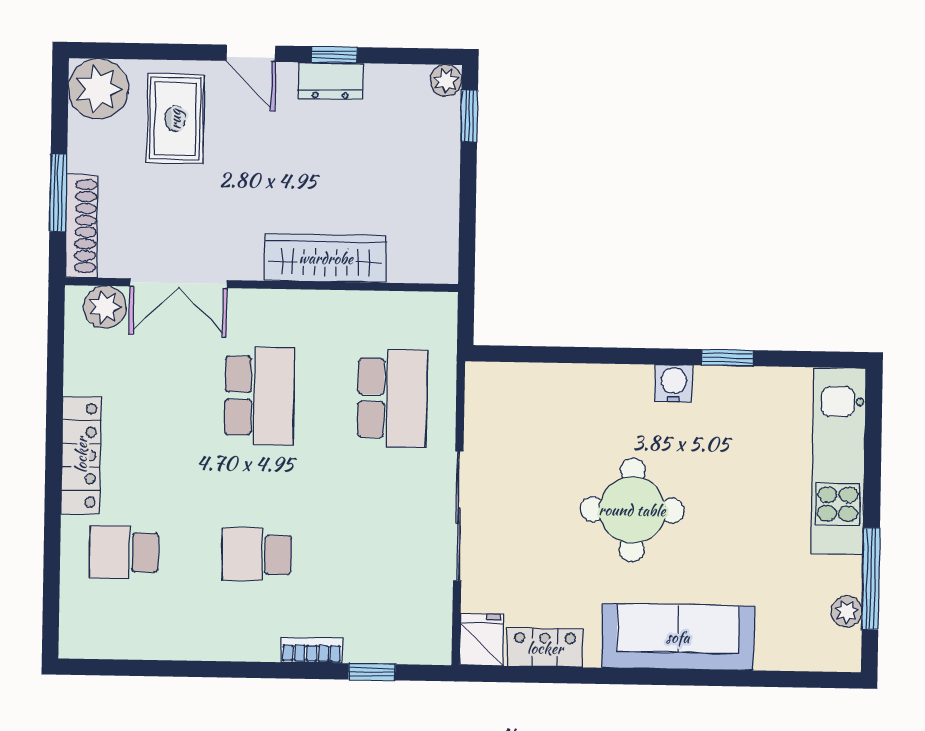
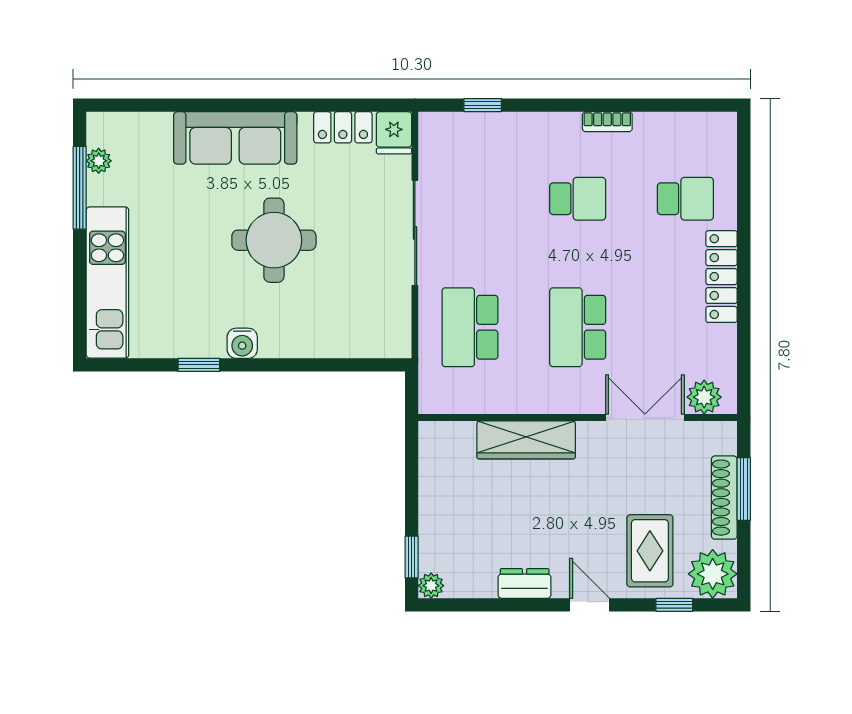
window: (334, 55) -> (674, 605), moved
shoe rack: (82, 226) -> (724, 498), moved
bookcase: (312, 650) -> (607, 122), moved

